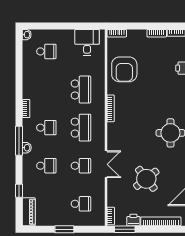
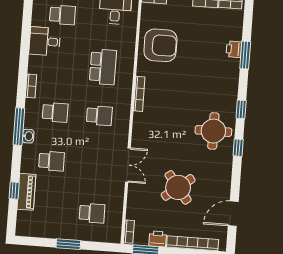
armchair: (124, 69) -> (160, 45), turned -90
desk: (34, 73) -> (45, 41), added
school desk: (81, 128) -> (99, 116), width x0.54
school desk: (81, 166) -> (96, 164), removed
piano: (29, 212) -> (26, 192), moved

